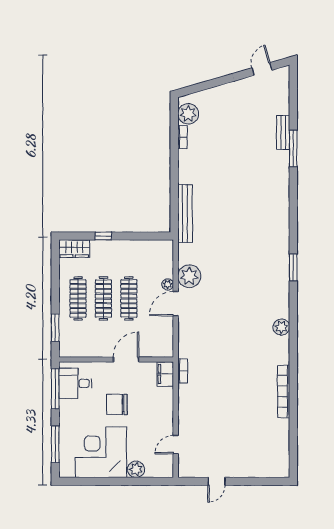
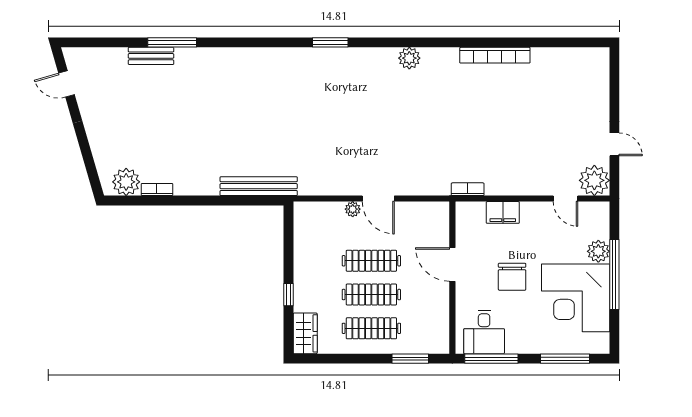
plant: (189, 276) -> (594, 180), moved
filing cabinet: (165, 374) -> (503, 212), moved
window: (118, 481) -> (614, 275), added

